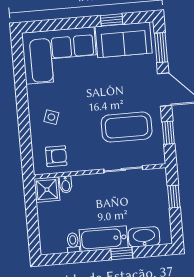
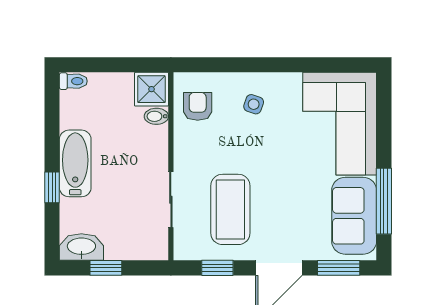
window: (112, 20) -> (384, 201), width x2.17
armchair: (56, 156) -> (198, 106), turned 180
window: (174, 197) -> (106, 268), moved
washbasin: (144, 237) -> (81, 247), moved, turned -90
toilet: (73, 243) -> (73, 81), moved

